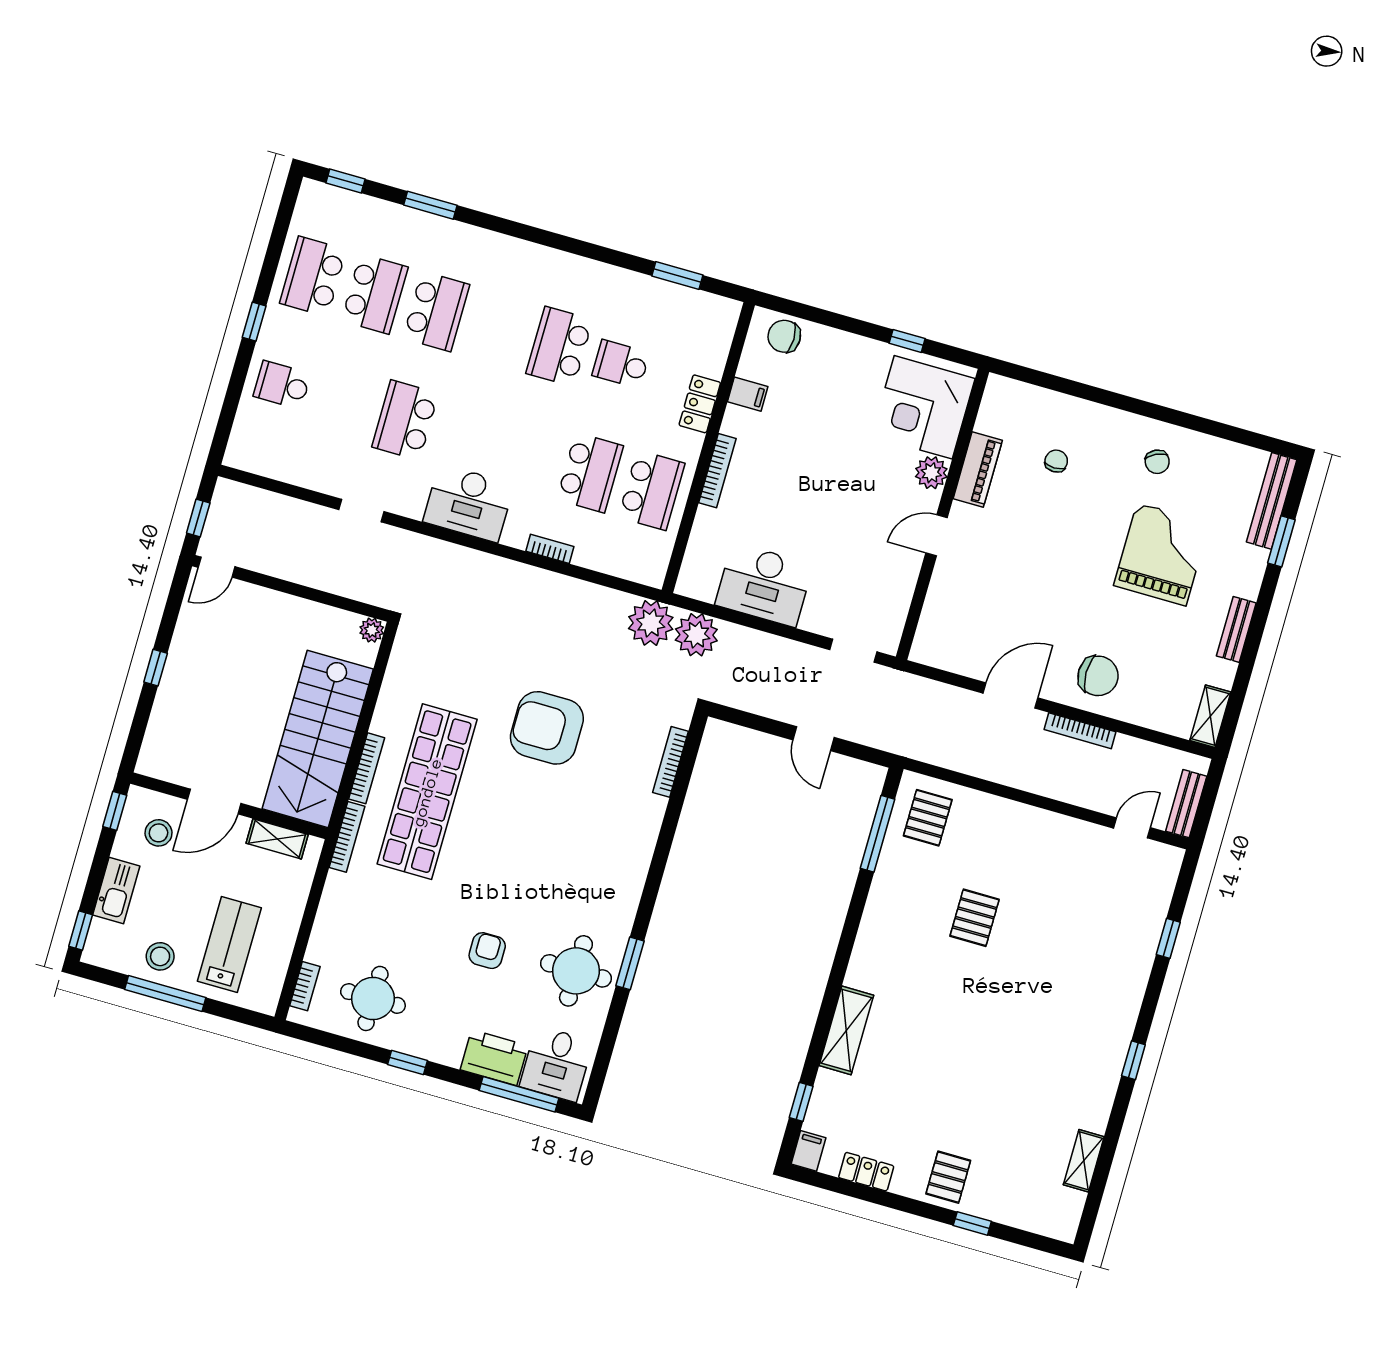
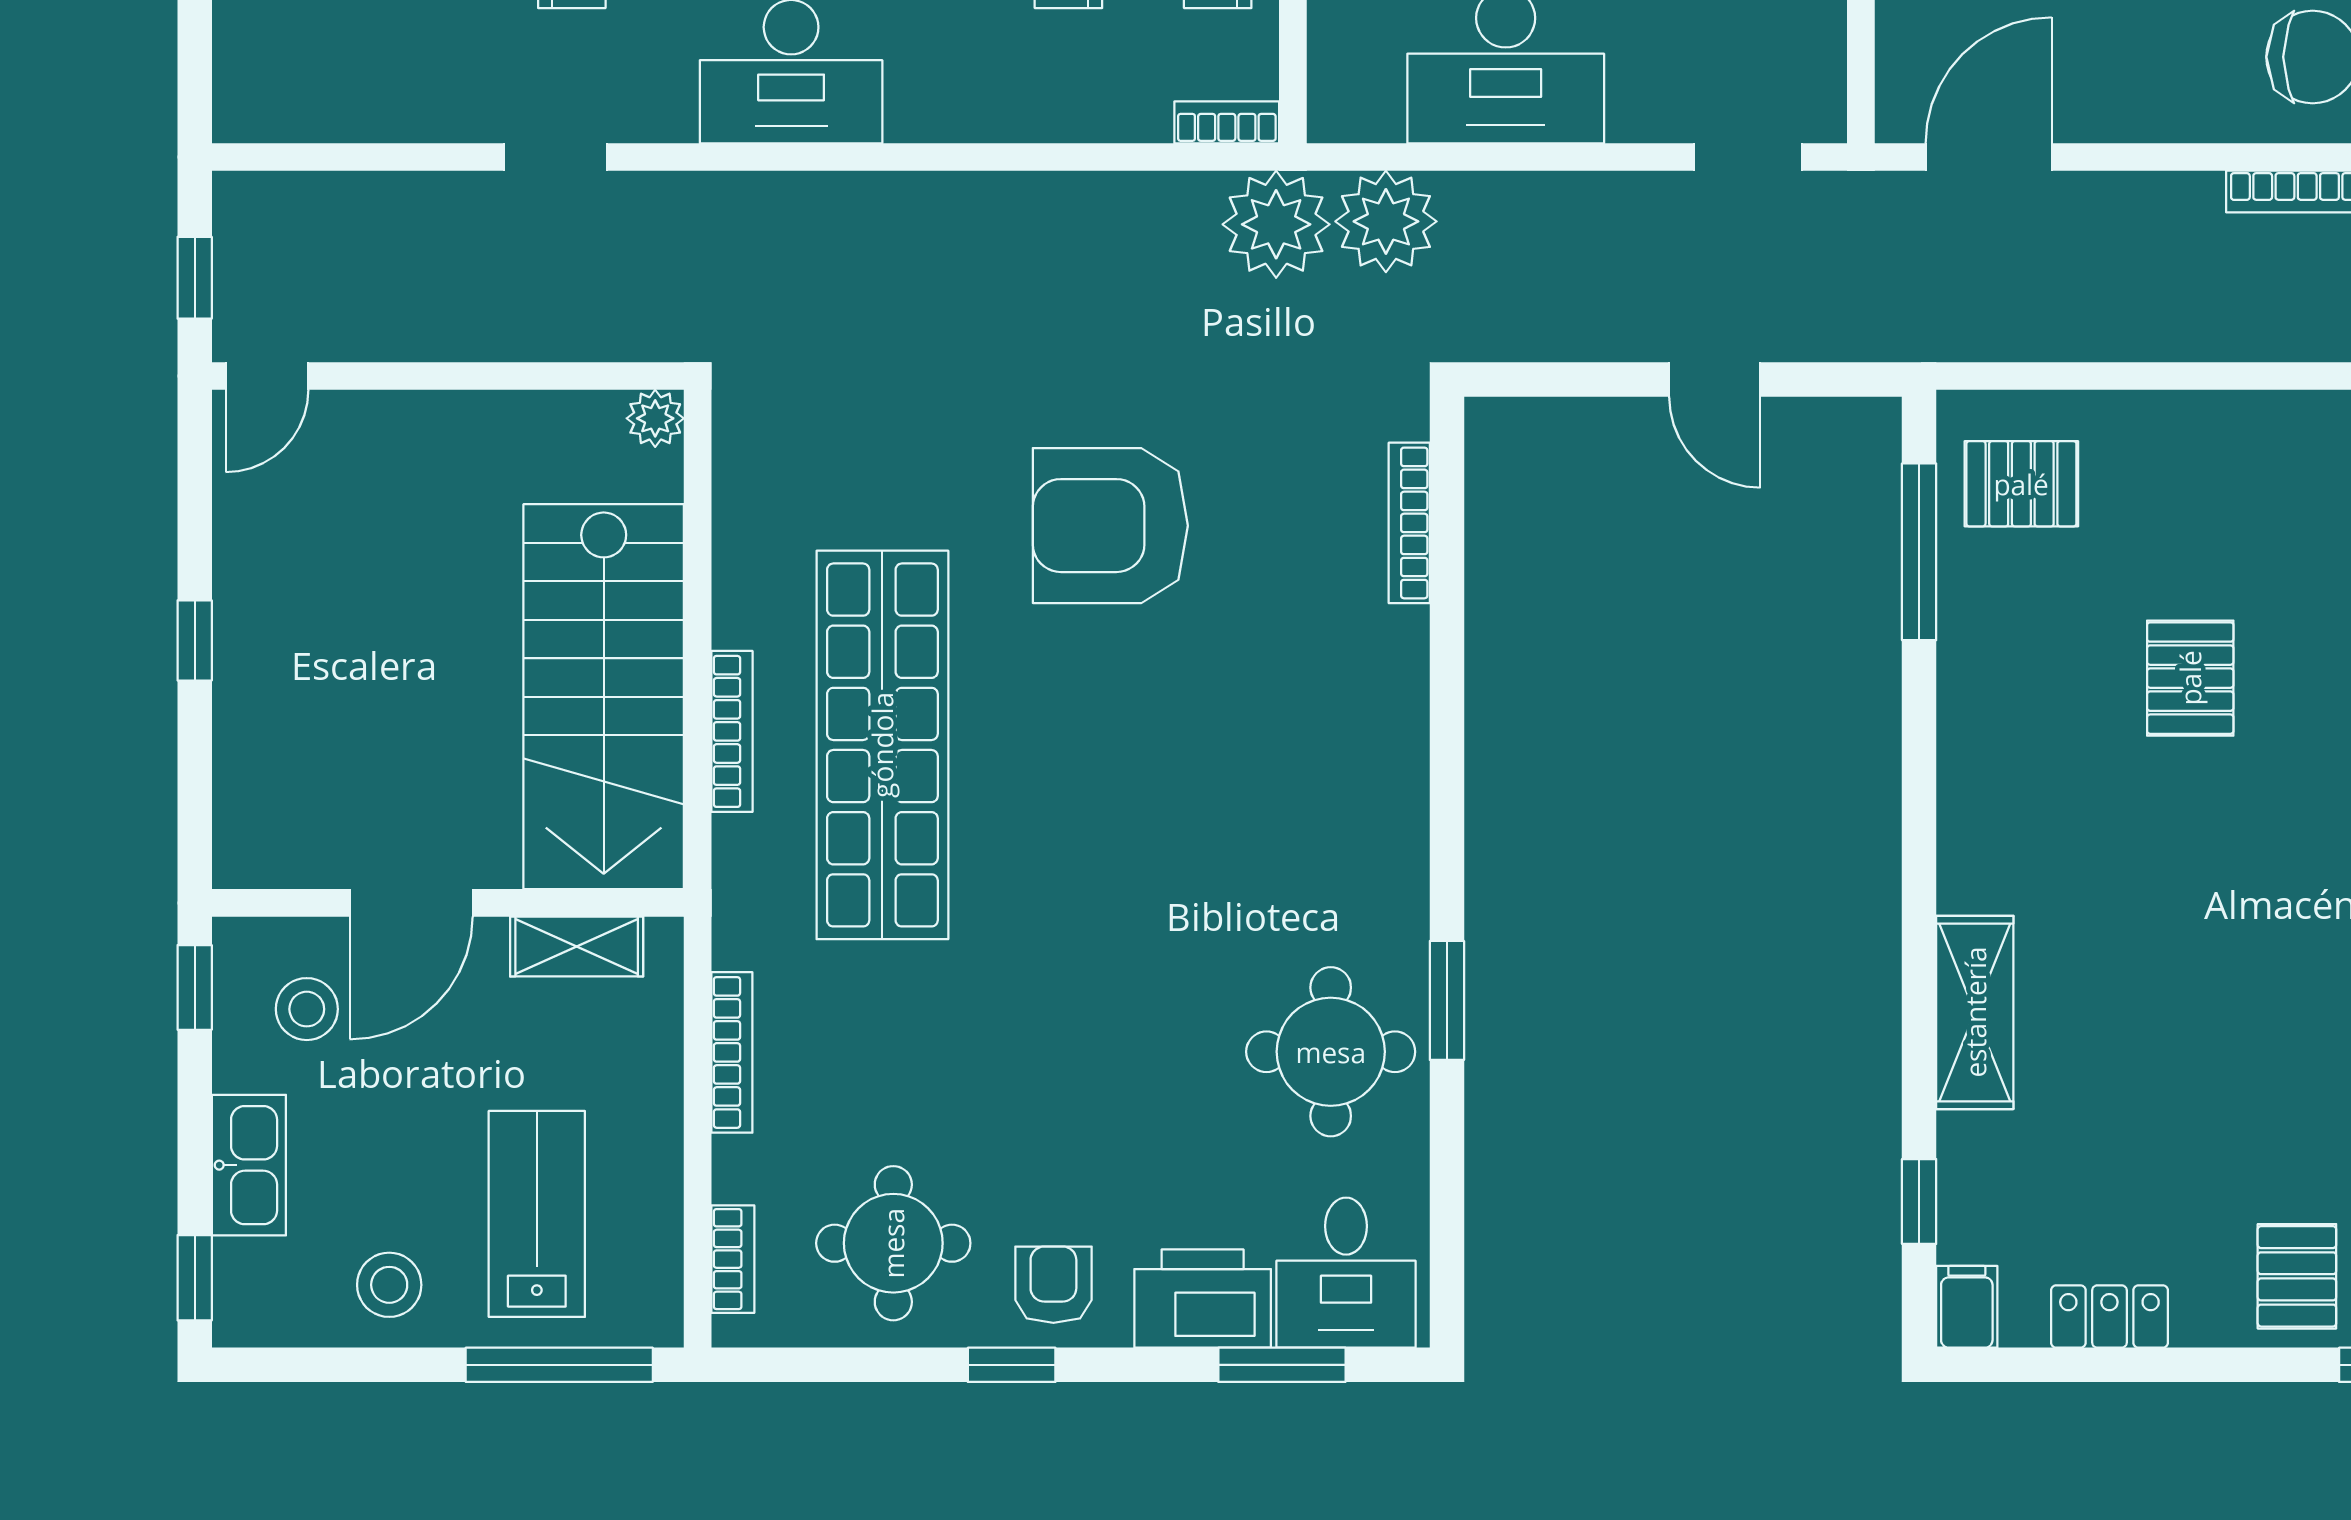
bookcase: (550, 549) -> (1227, 122), moved
door: (1010, 696) -> (1989, 157), moved
pallet: (928, 818) -> (2021, 484), turned 90
bookcase: (347, 837) -> (732, 1052), moved
armchair: (487, 951) -> (1053, 1285), moved
window: (165, 994) -> (559, 1365), moved
window: (519, 1094) -> (1282, 1365), width x0.69

